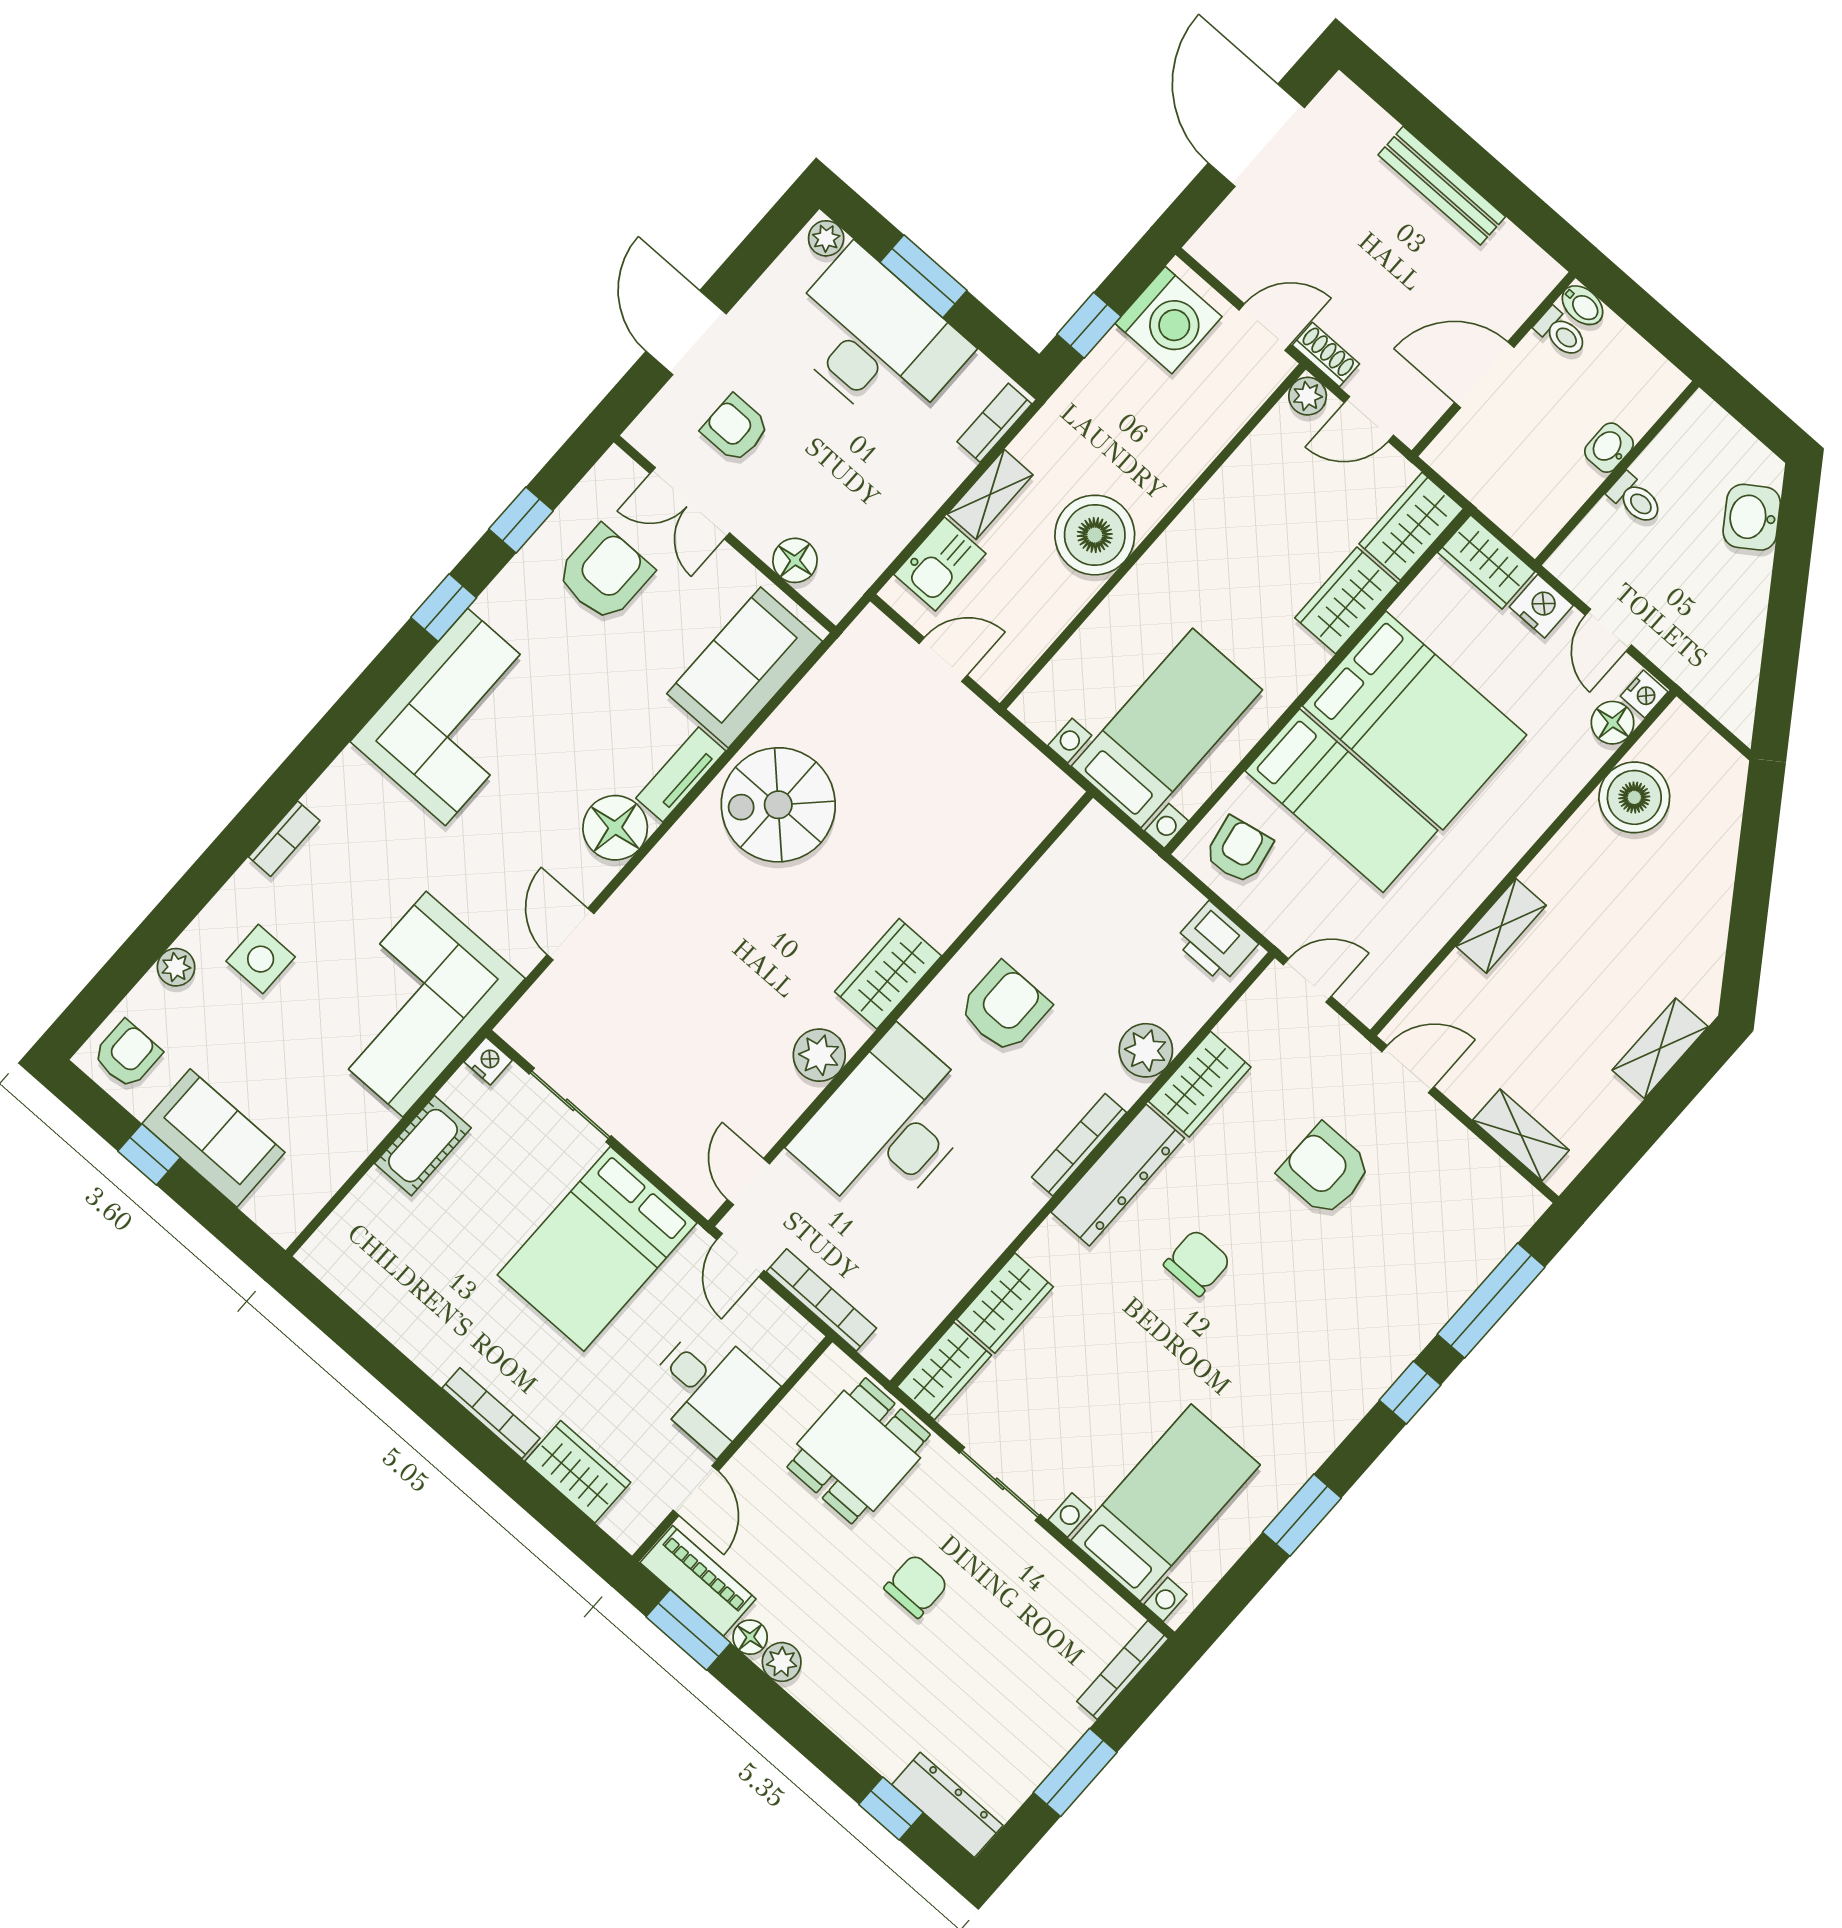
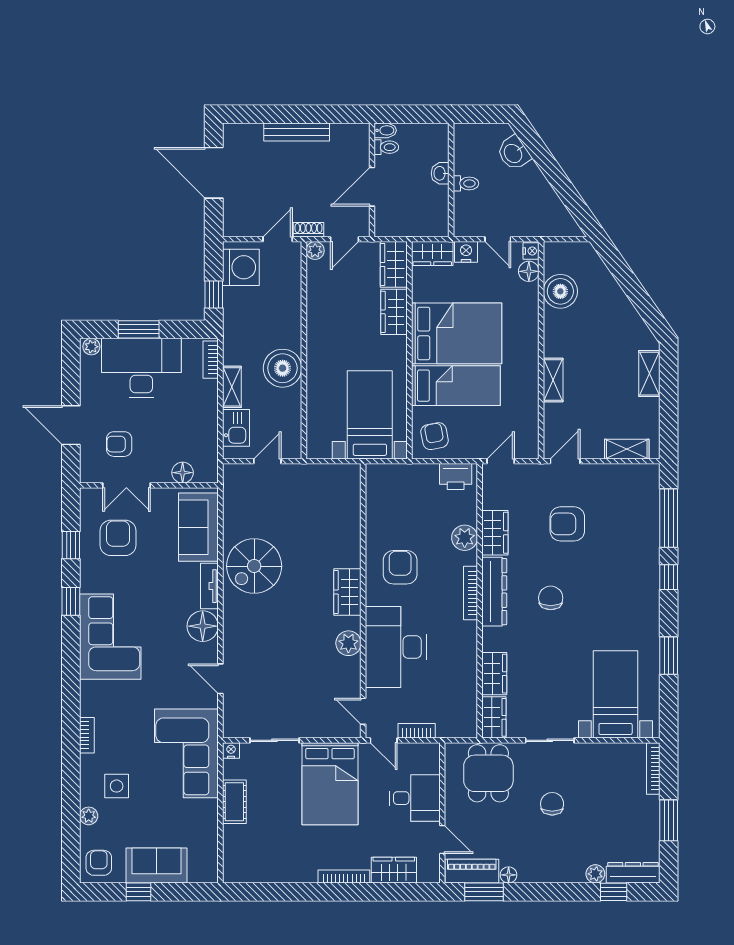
bookcase: (821, 1300) -> (417, 731), width x0.64
plant: (782, 1662) -> (595, 874), moved

